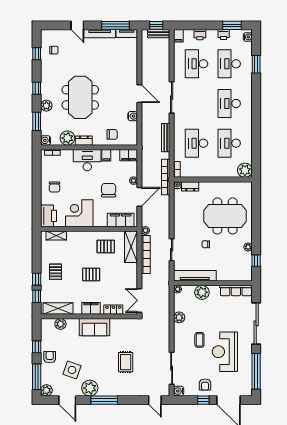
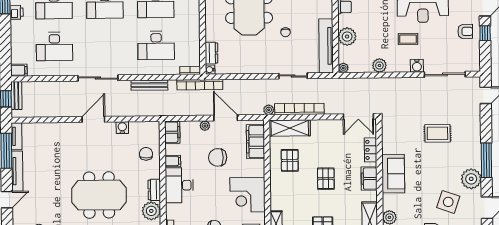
printer: (200, 35) -> (17, 43), removed
water cooler: (179, 391) -> (417, 66), moved

